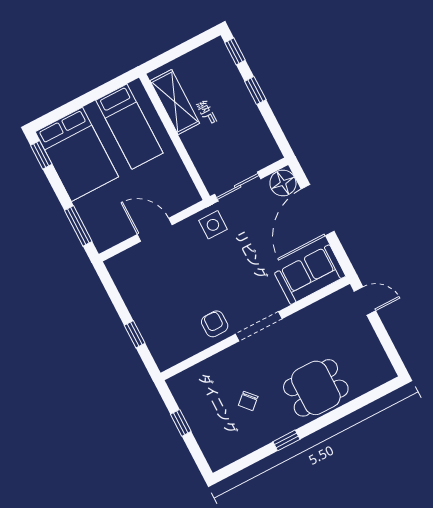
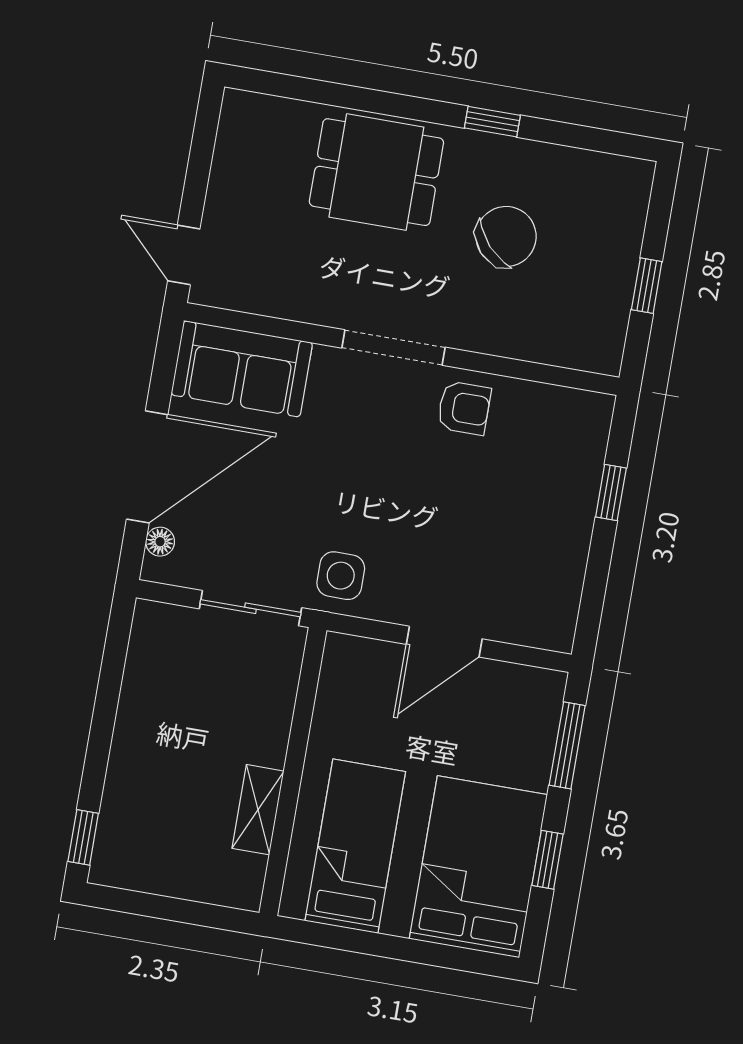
window: (255, 91) -> (99, 746), removed
shelving: (175, 102) -> (258, 810), width x0.67, depth x0.75
window: (41, 155) -> (547, 860), moved
floor lamp: (283, 183) -> (160, 542), width x0.53, depth x0.53
door: (155, 230) -> (444, 642), hinge flipped
armchair: (215, 324) -> (464, 408), turned -90
chair: (248, 401) -> (506, 236), width x1.87, depth x1.87

